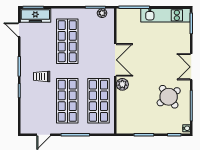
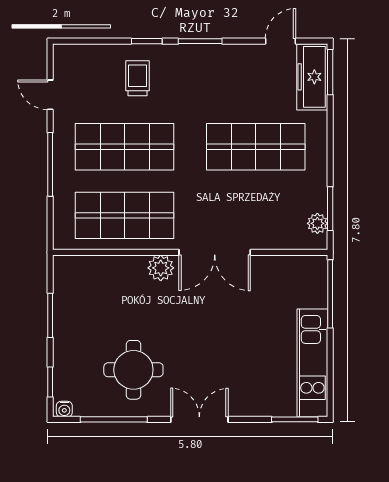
trolley: (42, 76) -> (138, 78), moved
round table: (169, 97) -> (133, 370), turned 36

